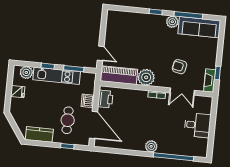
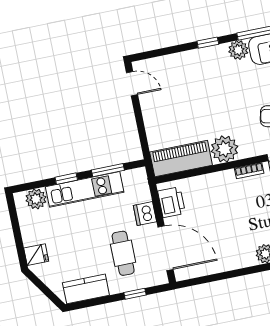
door: (101, 53) -> (132, 84), moved
fridge: (18, 92) -> (36, 255), moved

